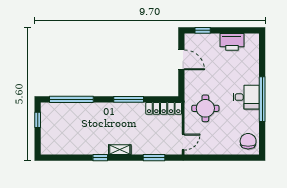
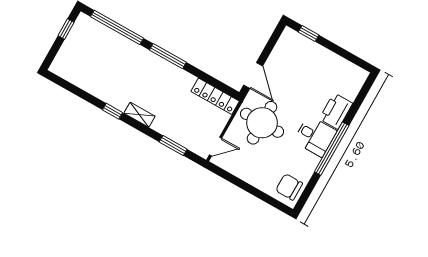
printer: (232, 42) -> (336, 111), moved, turned 90
door: (181, 60) -> (253, 75), moved
window: (129, 99) -> (168, 56), moved
round table: (205, 108) -> (262, 123), width x1.36, depth x1.36
chair: (248, 141) -> (289, 187), turned -90

